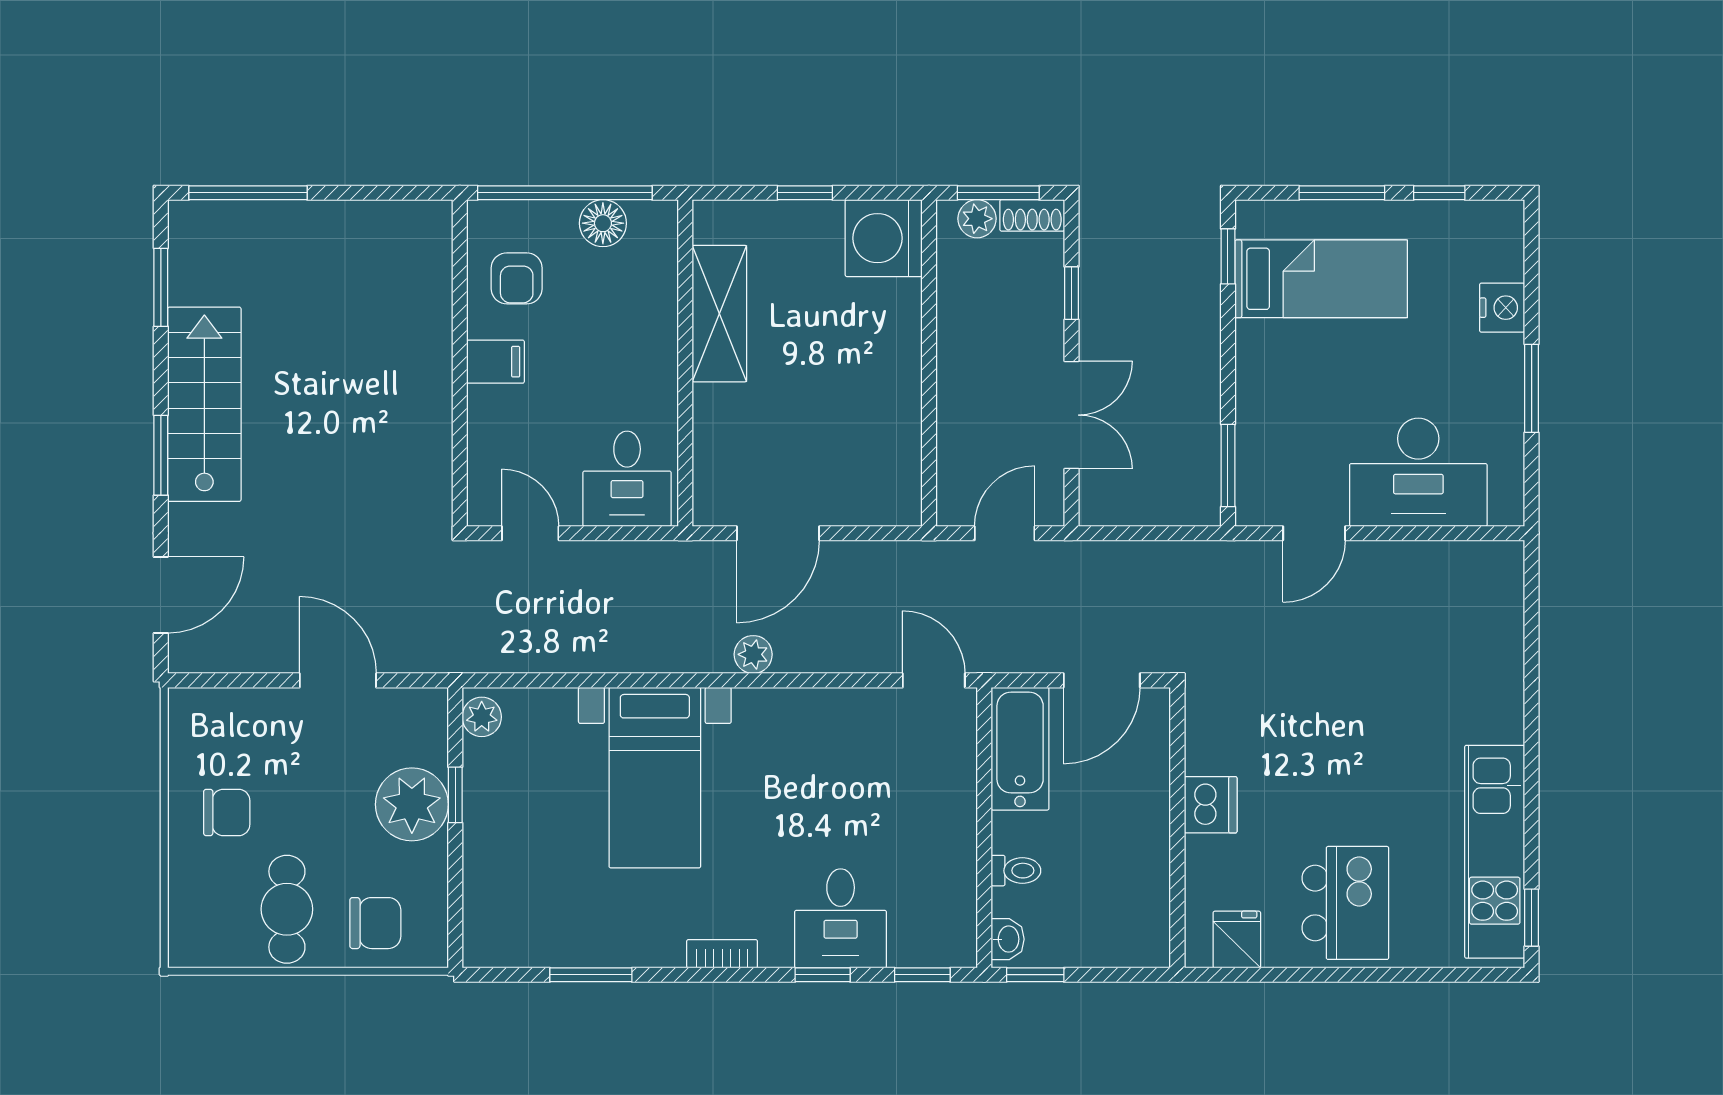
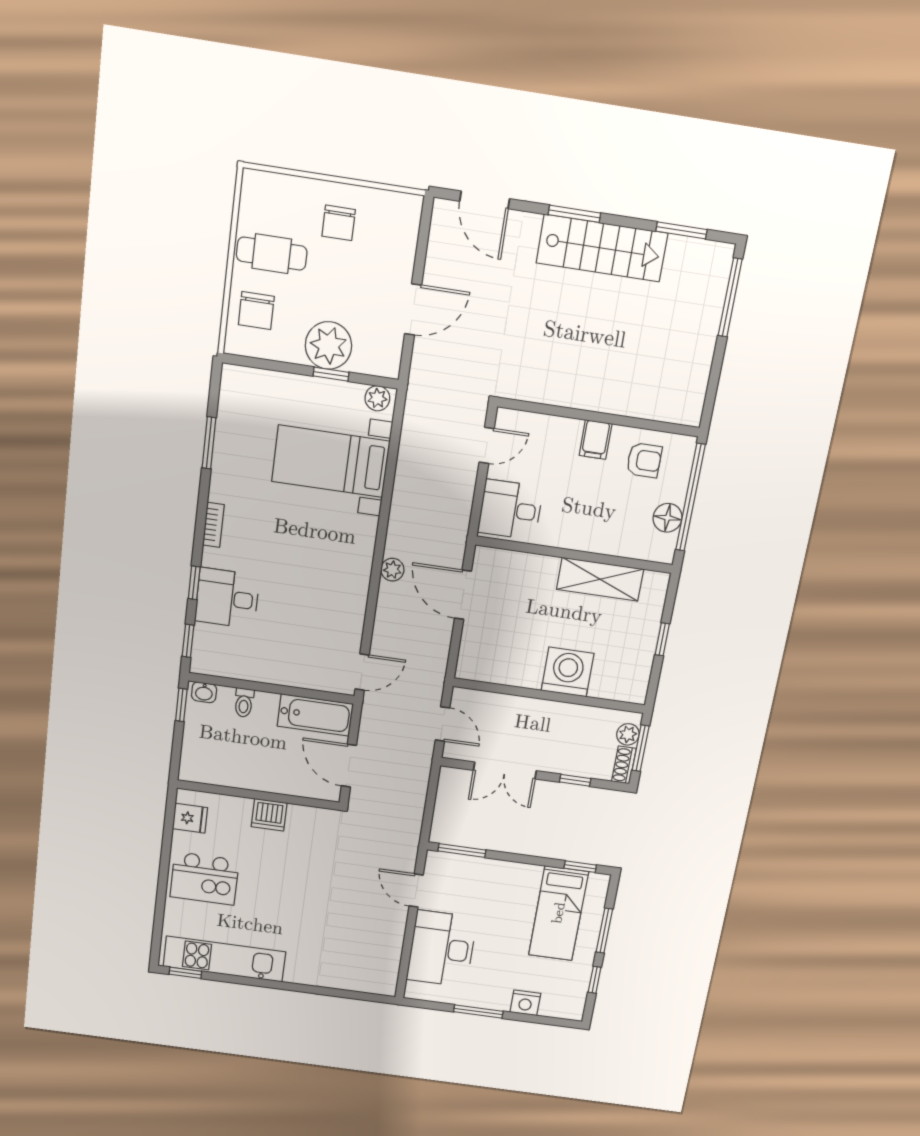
washing machine: (884, 238) -> (568, 672), moved
armchair: (517, 278) -> (644, 460), turned 180
bed with nightstands: (655, 778) -> (331, 461), moved

